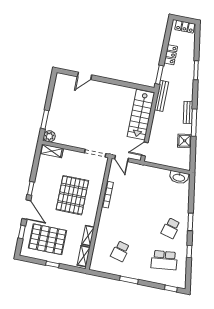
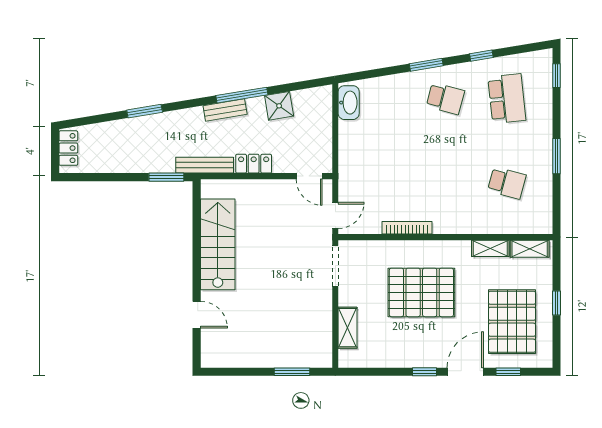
locker: (171, 55) -> (254, 164), moved
stairs: (141, 115) -> (218, 244), moved, turned -90
plant: (49, 136) -> (321, 357), removed
shelving: (52, 151) -> (348, 328), moved

